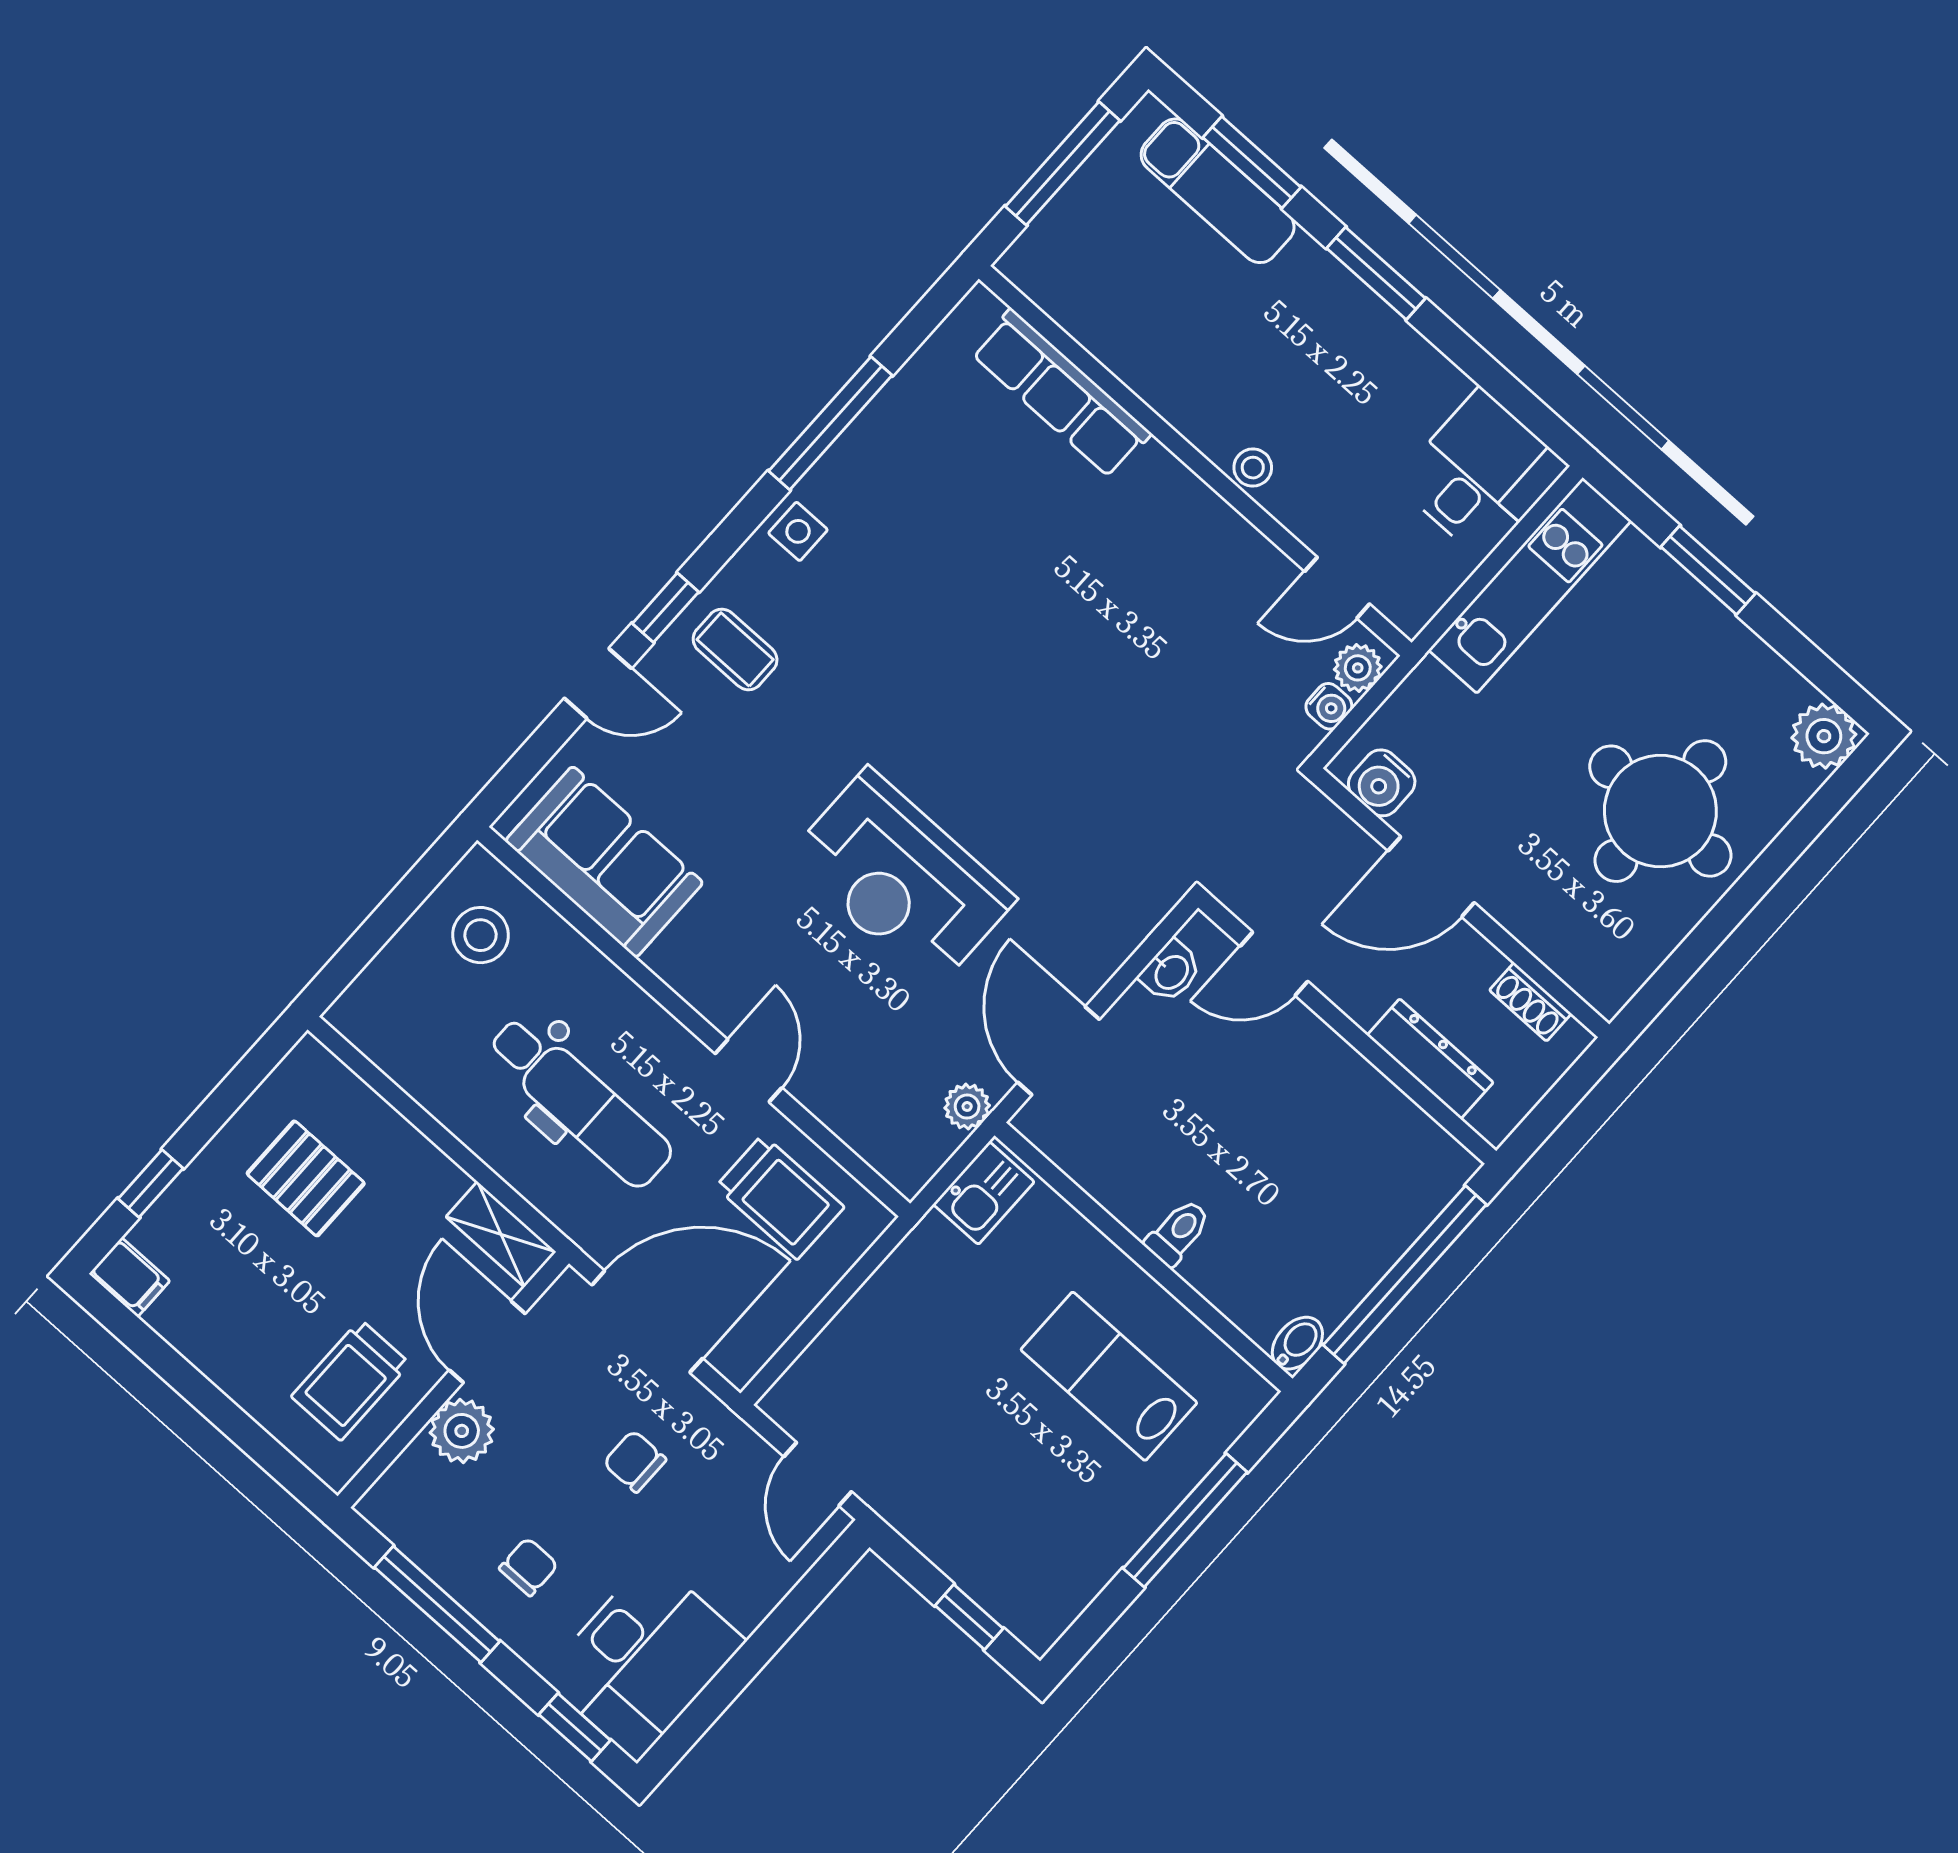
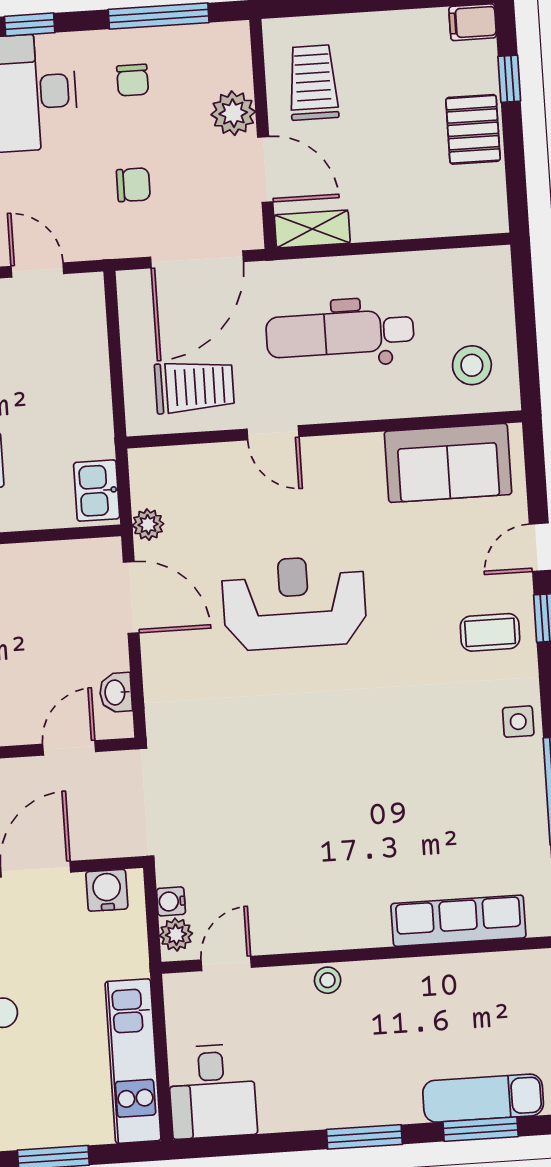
pallet: (306, 1178) -> (473, 129), moved, turned 90
trolley: (780, 1197) -> (194, 387), turned 180

